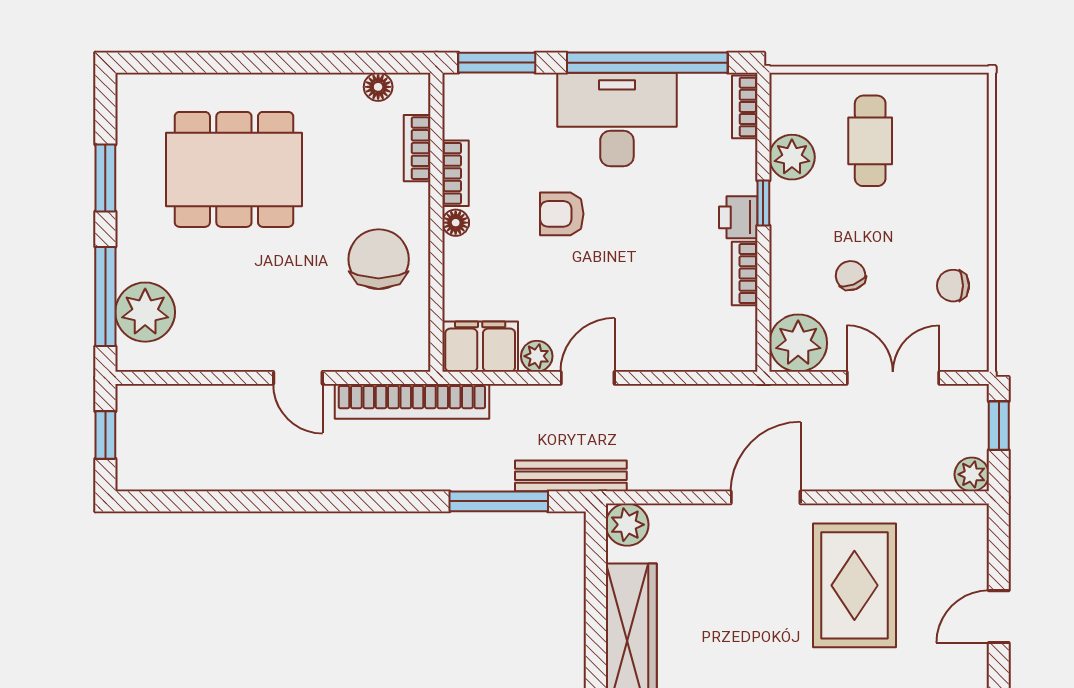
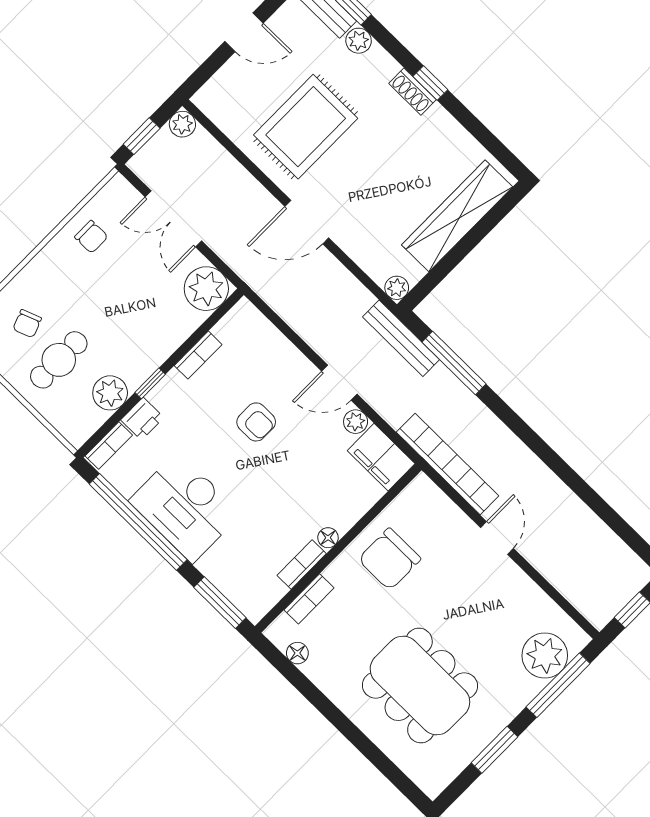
armchair: (562, 214) -> (256, 422), moved
printer: (738, 217) -> (142, 419), moved
chair: (851, 276) -> (27, 324), moved
plant: (627, 525) -> (397, 288), width x0.73, depth x0.73

